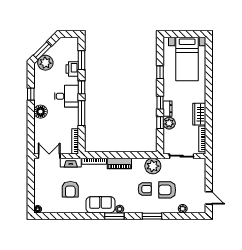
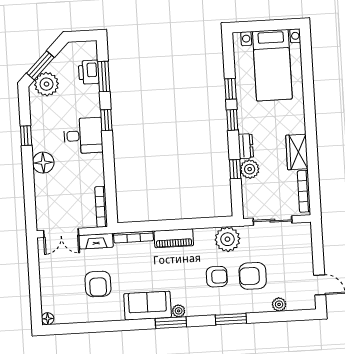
printer: (72, 69) -> (89, 72), moved
window: (160, 103) -> (232, 120), moved
window: (81, 113) -> (109, 161), removed
double door: (49, 156) -> (61, 233), swing flipped

